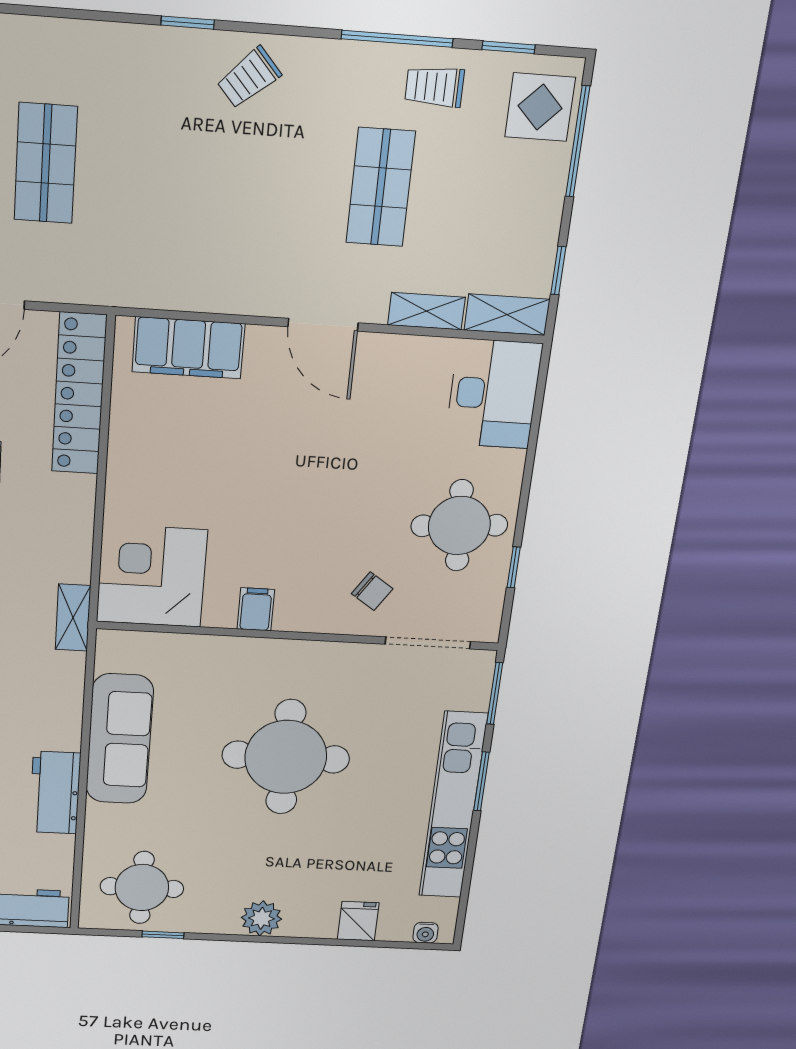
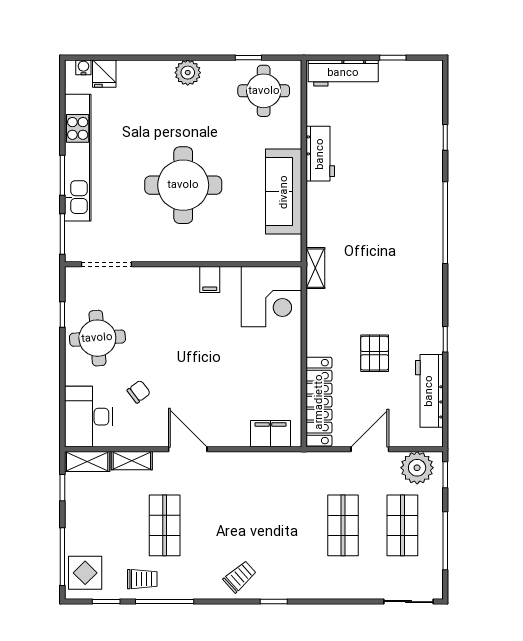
filing cabinet: (188, 348) -> (271, 434), width x0.67, depth x0.86
chair: (372, 591) -> (139, 392), moved, turned 109
fridge: (358, 921) -> (104, 74), moved

